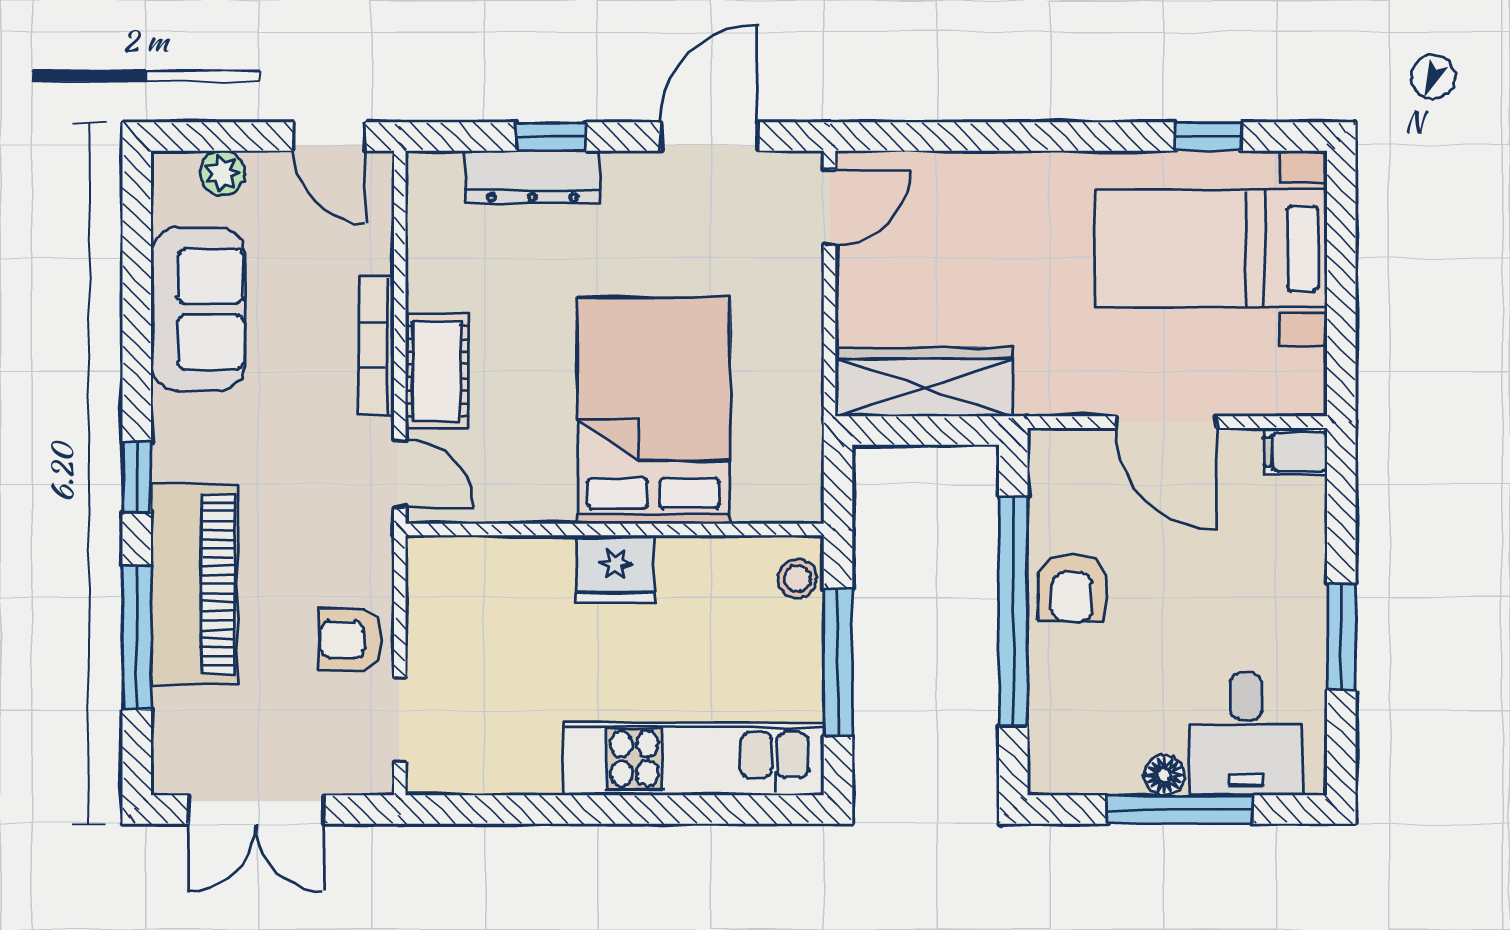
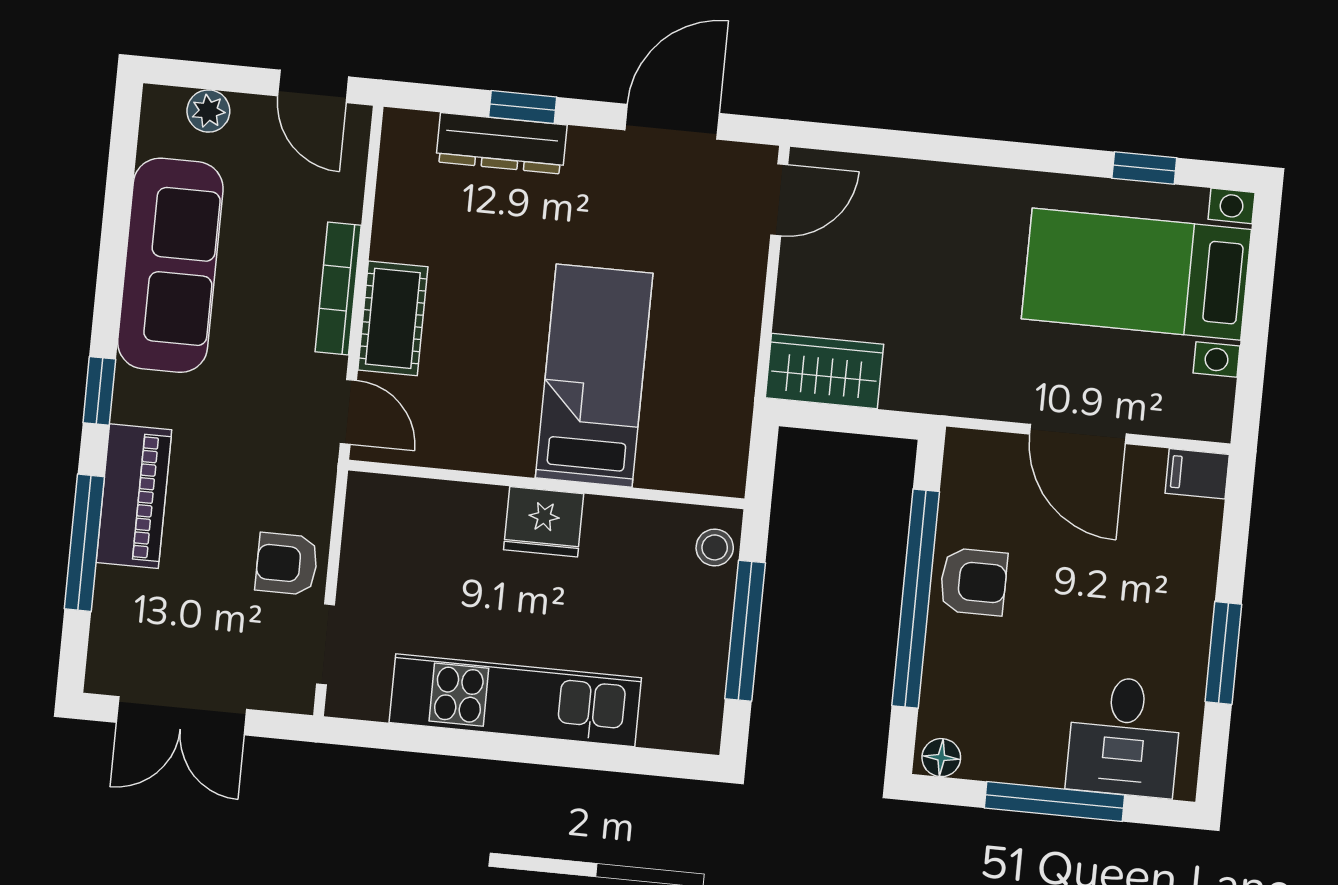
sofa: (198, 309) -> (170, 265), width x1.36
wardrobe: (924, 382) -> (824, 371), width x0.67
bed: (654, 411) -> (594, 376), width x0.67
piano: (194, 584) -> (134, 496), width x0.73, depth x0.75
armchair: (1072, 588) -> (973, 582), turned -91
kitchen unit: (694, 759) -> (515, 700), moved
floor lamp: (1165, 775) -> (941, 758), moved

